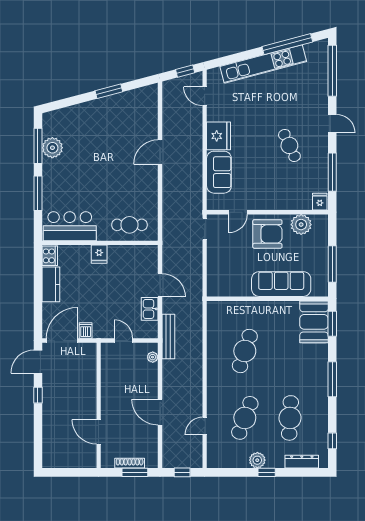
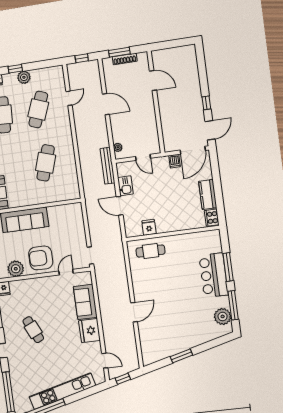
plant: (52, 148) -> (223, 316), moved
bar counter: (70, 226) -> (214, 275), moved, turned 90
fridge: (99, 254) -> (149, 227), moved

